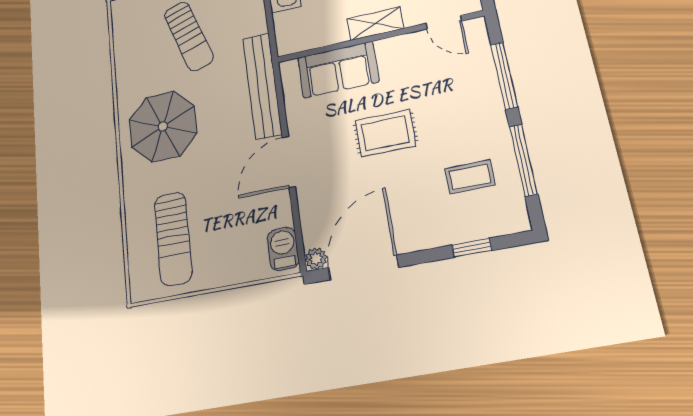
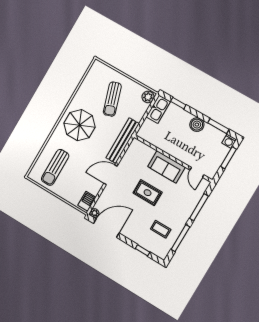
shelving: (375, 24) -> (176, 153), removed
sofa: (338, 70) -> (166, 167), moved

